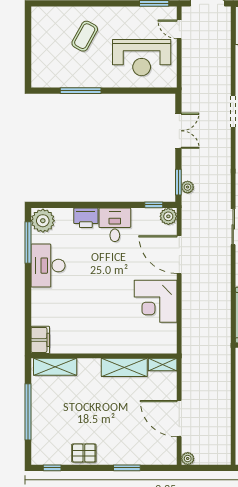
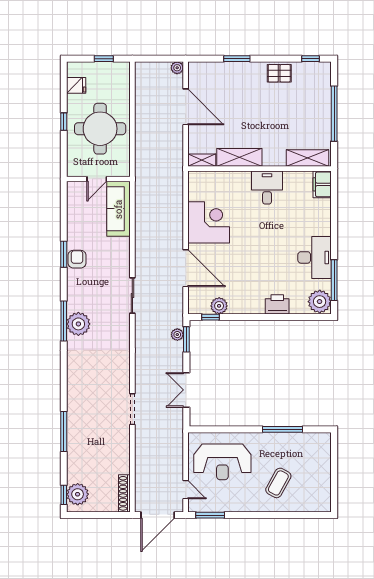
reception desk: (142, 58) -> (222, 462), turned 180
plant: (168, 216) -> (219, 306), moved
desk: (115, 225) -> (267, 188), moved, turned 180

